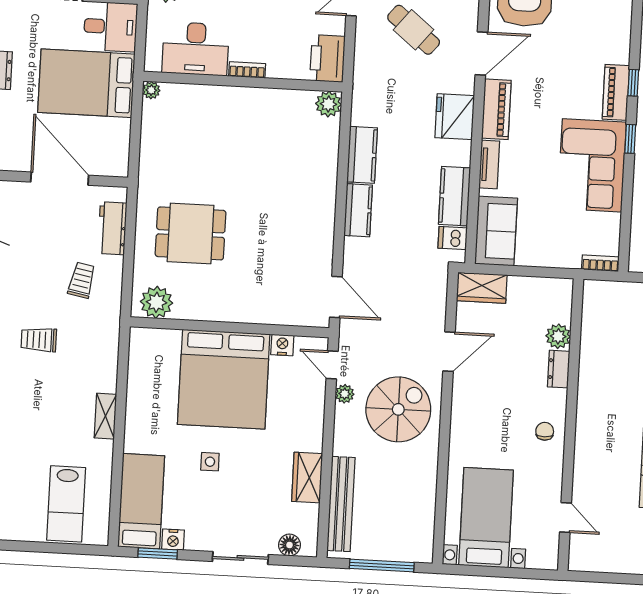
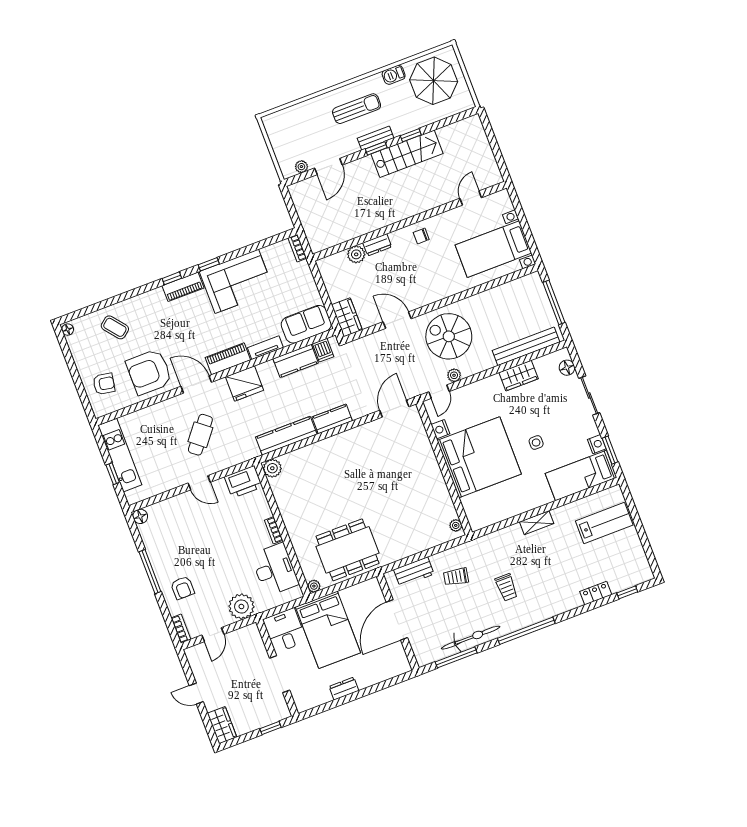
kitchen counter: (362, 155) -> (286, 436), width x1.50
dining table: (191, 233) -> (348, 550), moved, width x1.38
plant: (156, 302) -> (456, 525), width x0.53, depth x0.53

